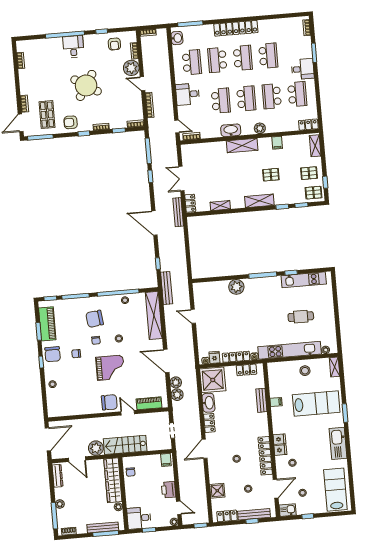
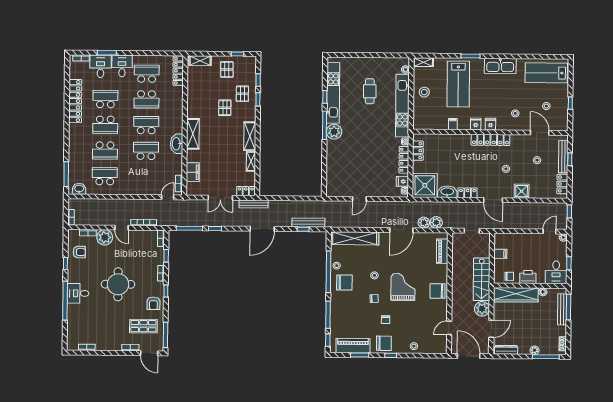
locker: (236, 28) -> (75, 101), moved
school desk: (243, 58) -> (105, 125), turned 180
door: (142, 84) -> (121, 228), hinge flipped
round table: (86, 85) -> (118, 284), turned -32
desk: (188, 94) -> (100, 66), moved, turned 180
locker: (308, 125) -> (178, 71), width x1.53
plant: (260, 128) -> (177, 114), removed
filing cabinet: (277, 143) -> (193, 172), moved, width x2.00
pallet: (314, 193) -> (242, 94), moved
shelving: (259, 201) -> (250, 136), moved
kitchen unit: (304, 280) -> (333, 93), width x1.36
plant: (236, 287) -> (334, 132), moved
bench: (167, 288) -> (308, 223), moved
chair: (95, 319) -> (344, 282), moved, turned -83
bench: (261, 400) -> (450, 139), removed
chair: (109, 402) -> (437, 291), turned -90
lab bench: (316, 404) -> (458, 84), turned 180
door: (128, 413) -> (449, 328), moved
fridge: (280, 450) -> (476, 124), moved
locker: (265, 456) -> (490, 140), moved
filing cabinet: (166, 460) -> (500, 254), moved
printer: (169, 490) -> (528, 277), moved, turned 180
shower: (217, 491) -> (522, 191), moved
kitchen sink: (288, 510) -> (562, 123), removed

